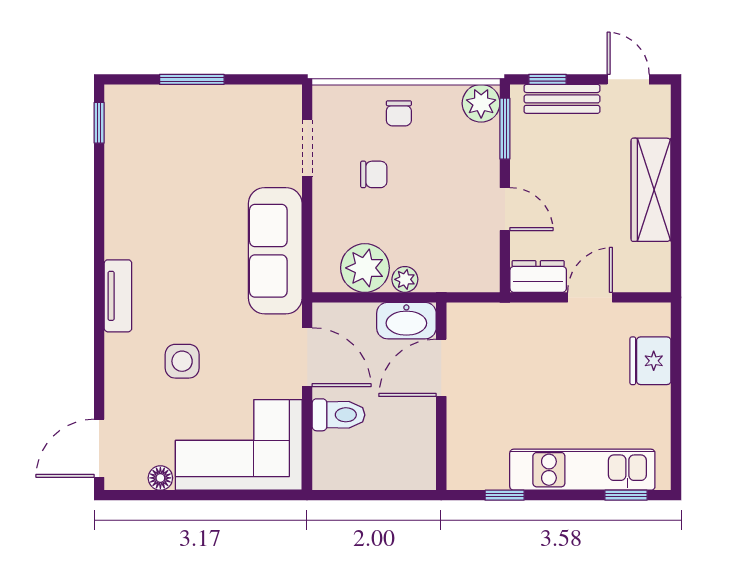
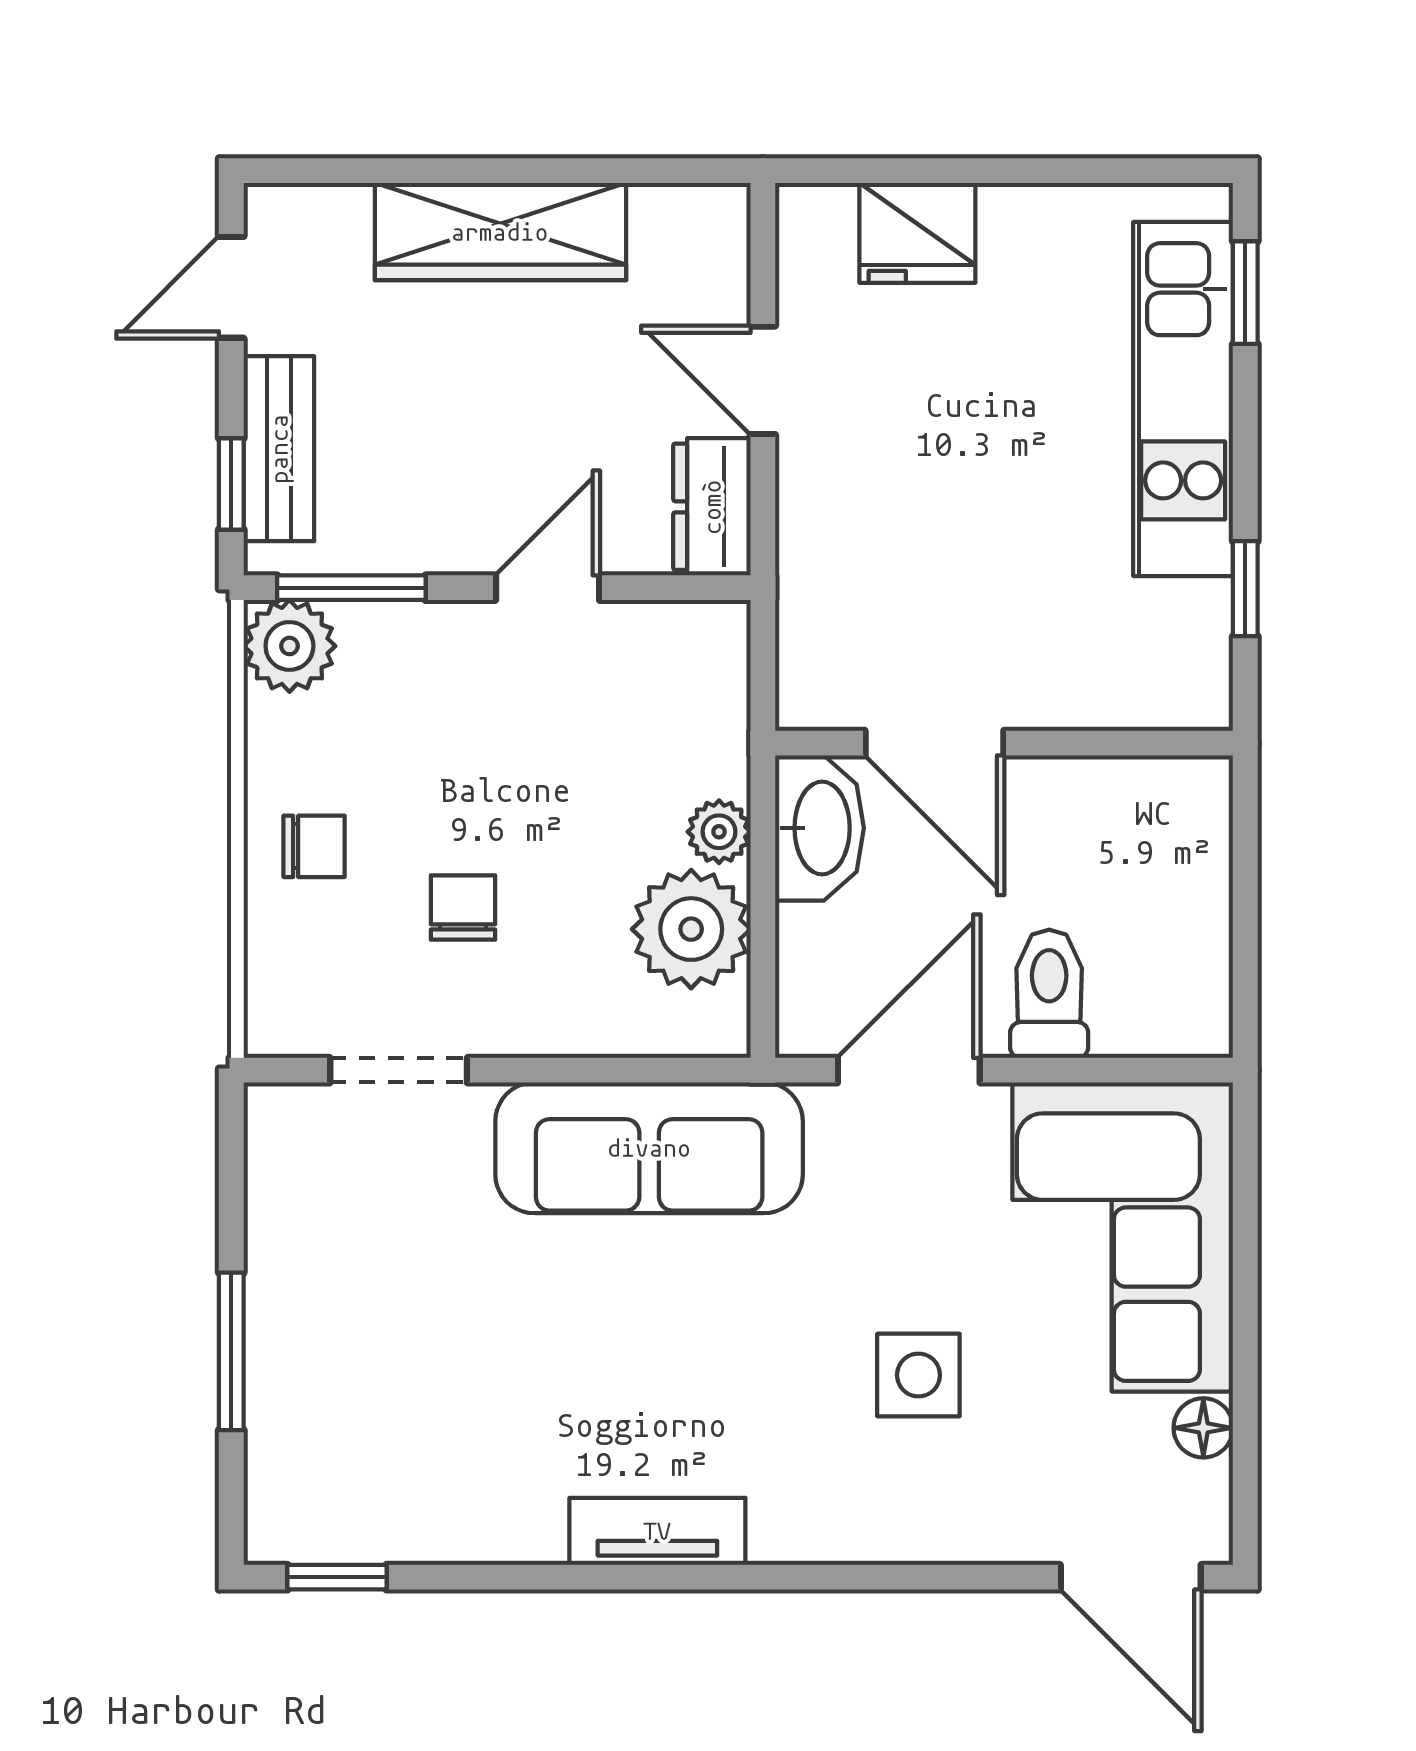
tv unit: (118, 296) -> (657, 1531), moved

